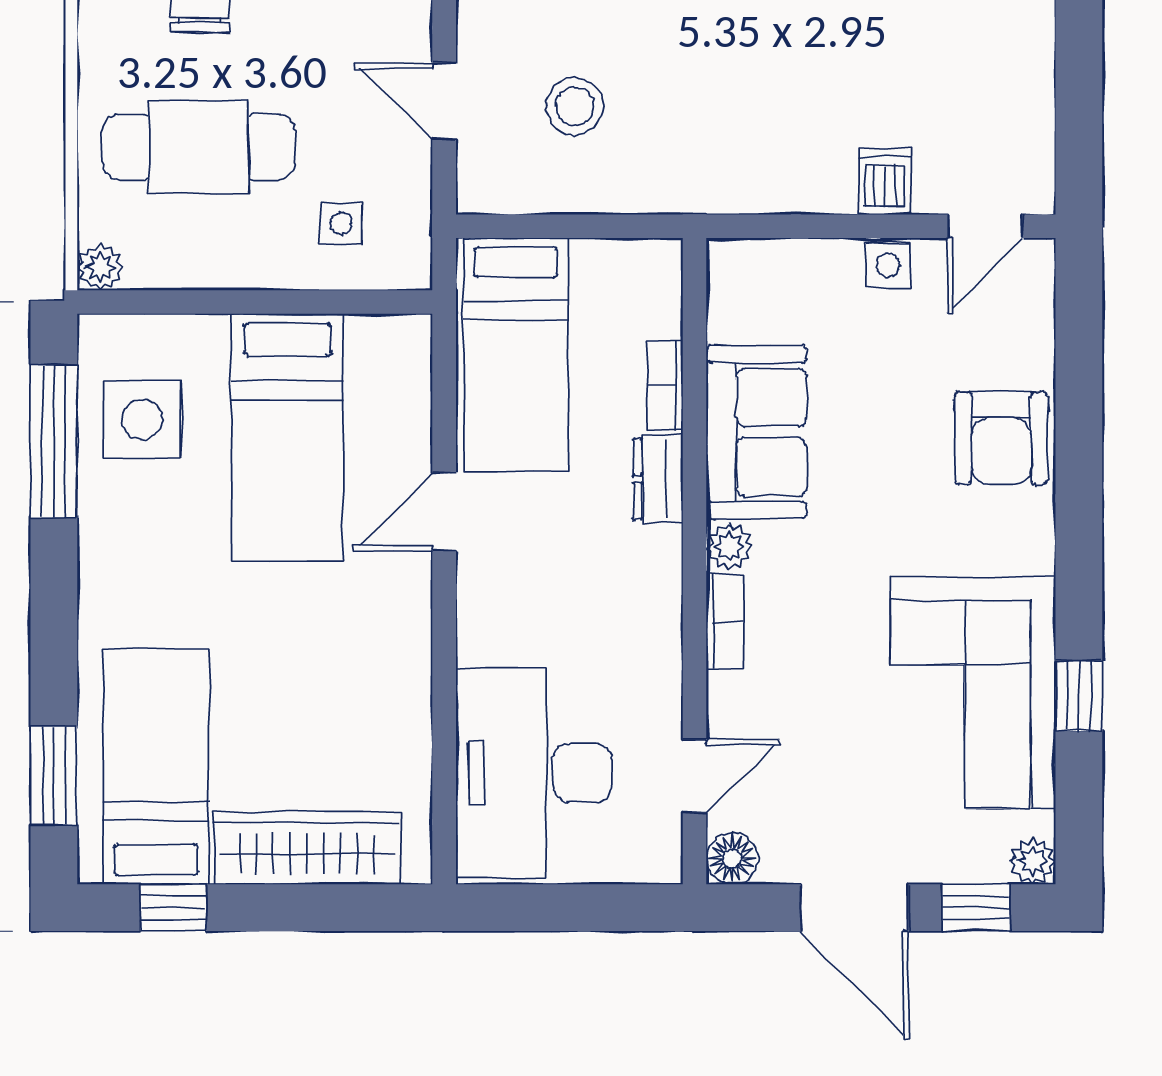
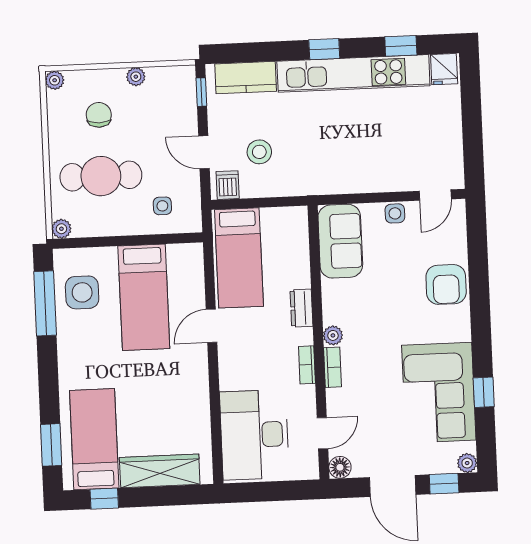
dishwasher: (885, 181) -> (228, 185), moved
bookcase: (665, 385) -> (307, 365), moved
sofa: (756, 432) -> (340, 241), moved

